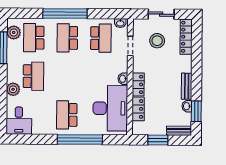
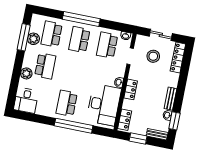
plant: (14, 32) -> (33, 39), moved
school desk: (101, 38) -> (107, 45), turned 180
locker: (138, 109) -> (125, 120), moved

